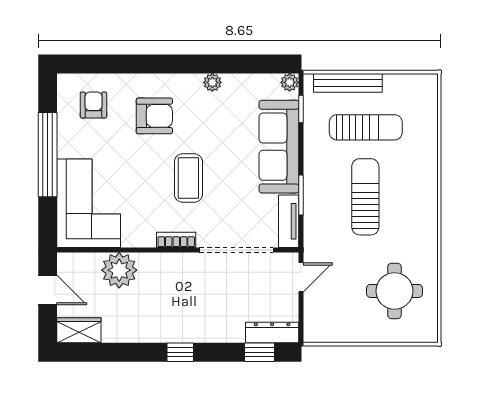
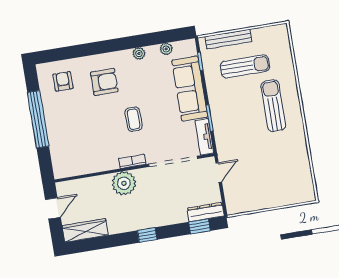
plant: (290, 82) -> (166, 49), moved
coffee table: (188, 178) -> (134, 119), width x0.73, depth x0.77
sun lounger: (365, 197) -> (273, 106), moved
corner sofa: (89, 203) -> (70, 147), removed
plant: (119, 270) -> (124, 183), moved
door: (48, 290) -> (53, 208), hinge flipped
round table: (394, 291) -> (282, 171), removed
wardrobe: (79, 330) -> (85, 230), width x1.50

